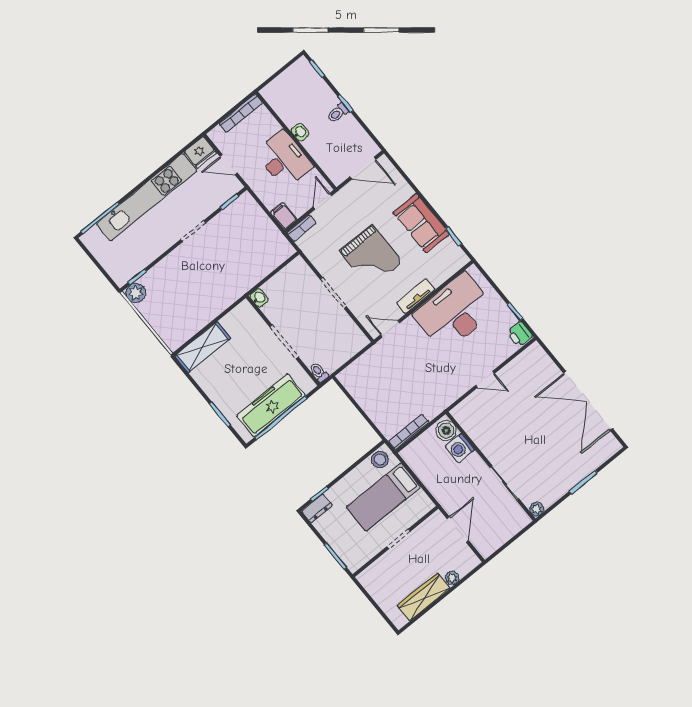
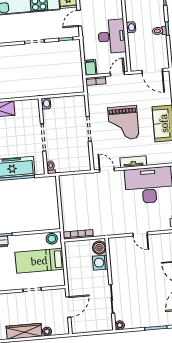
door: (229, 165) -> (79, 18), hinge flipped

